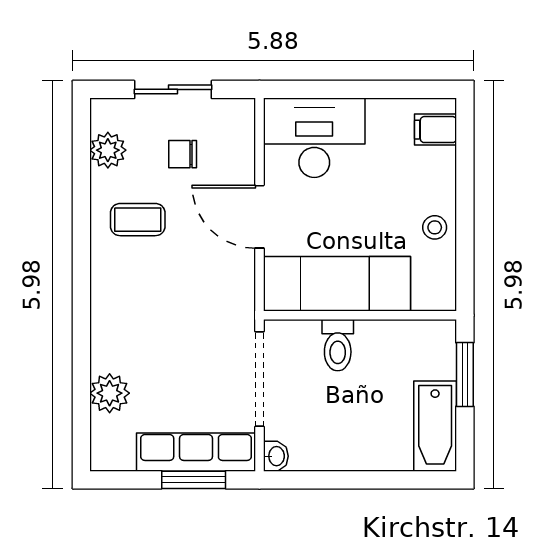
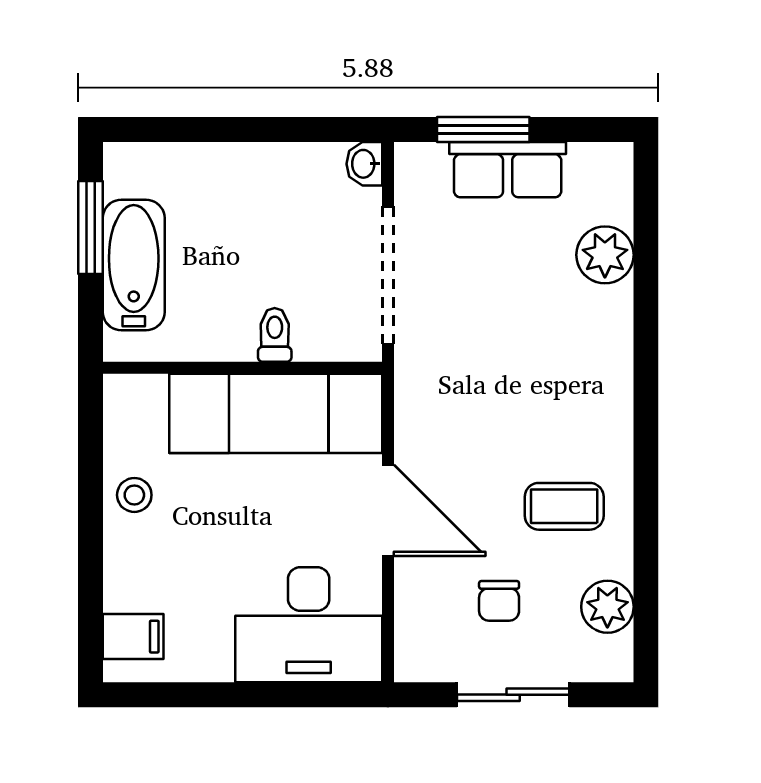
chair: (183, 154) -> (499, 601), turned 90
toilet: (338, 345) -> (275, 335), width x0.73, depth x0.72
window: (465, 374) -> (91, 227), moved
bathtub: (435, 426) -> (134, 265), moved
row of seats: (196, 452) -> (508, 170), width x0.68

